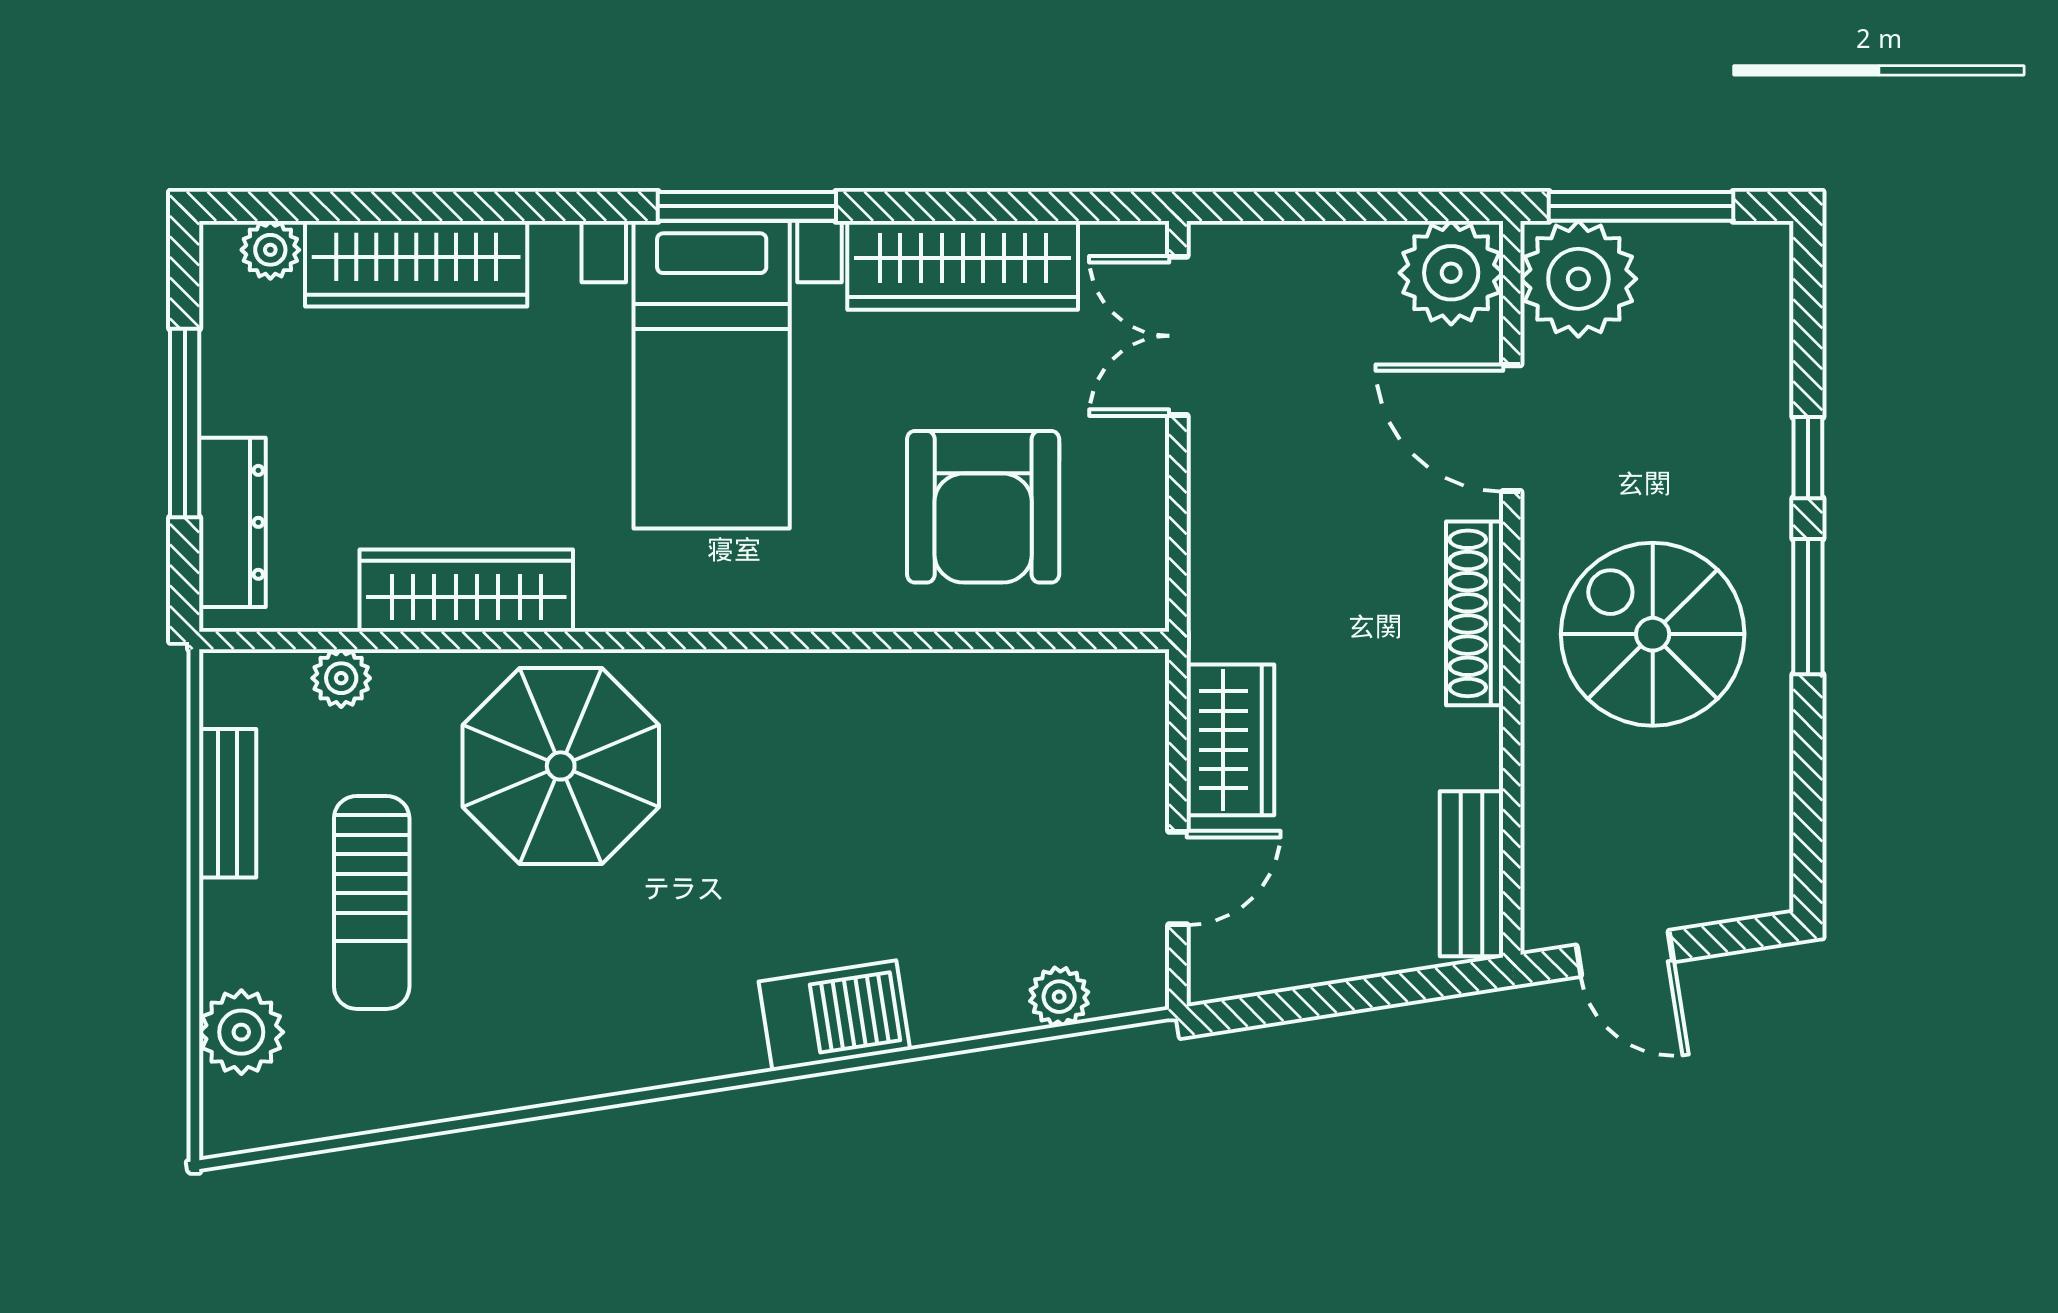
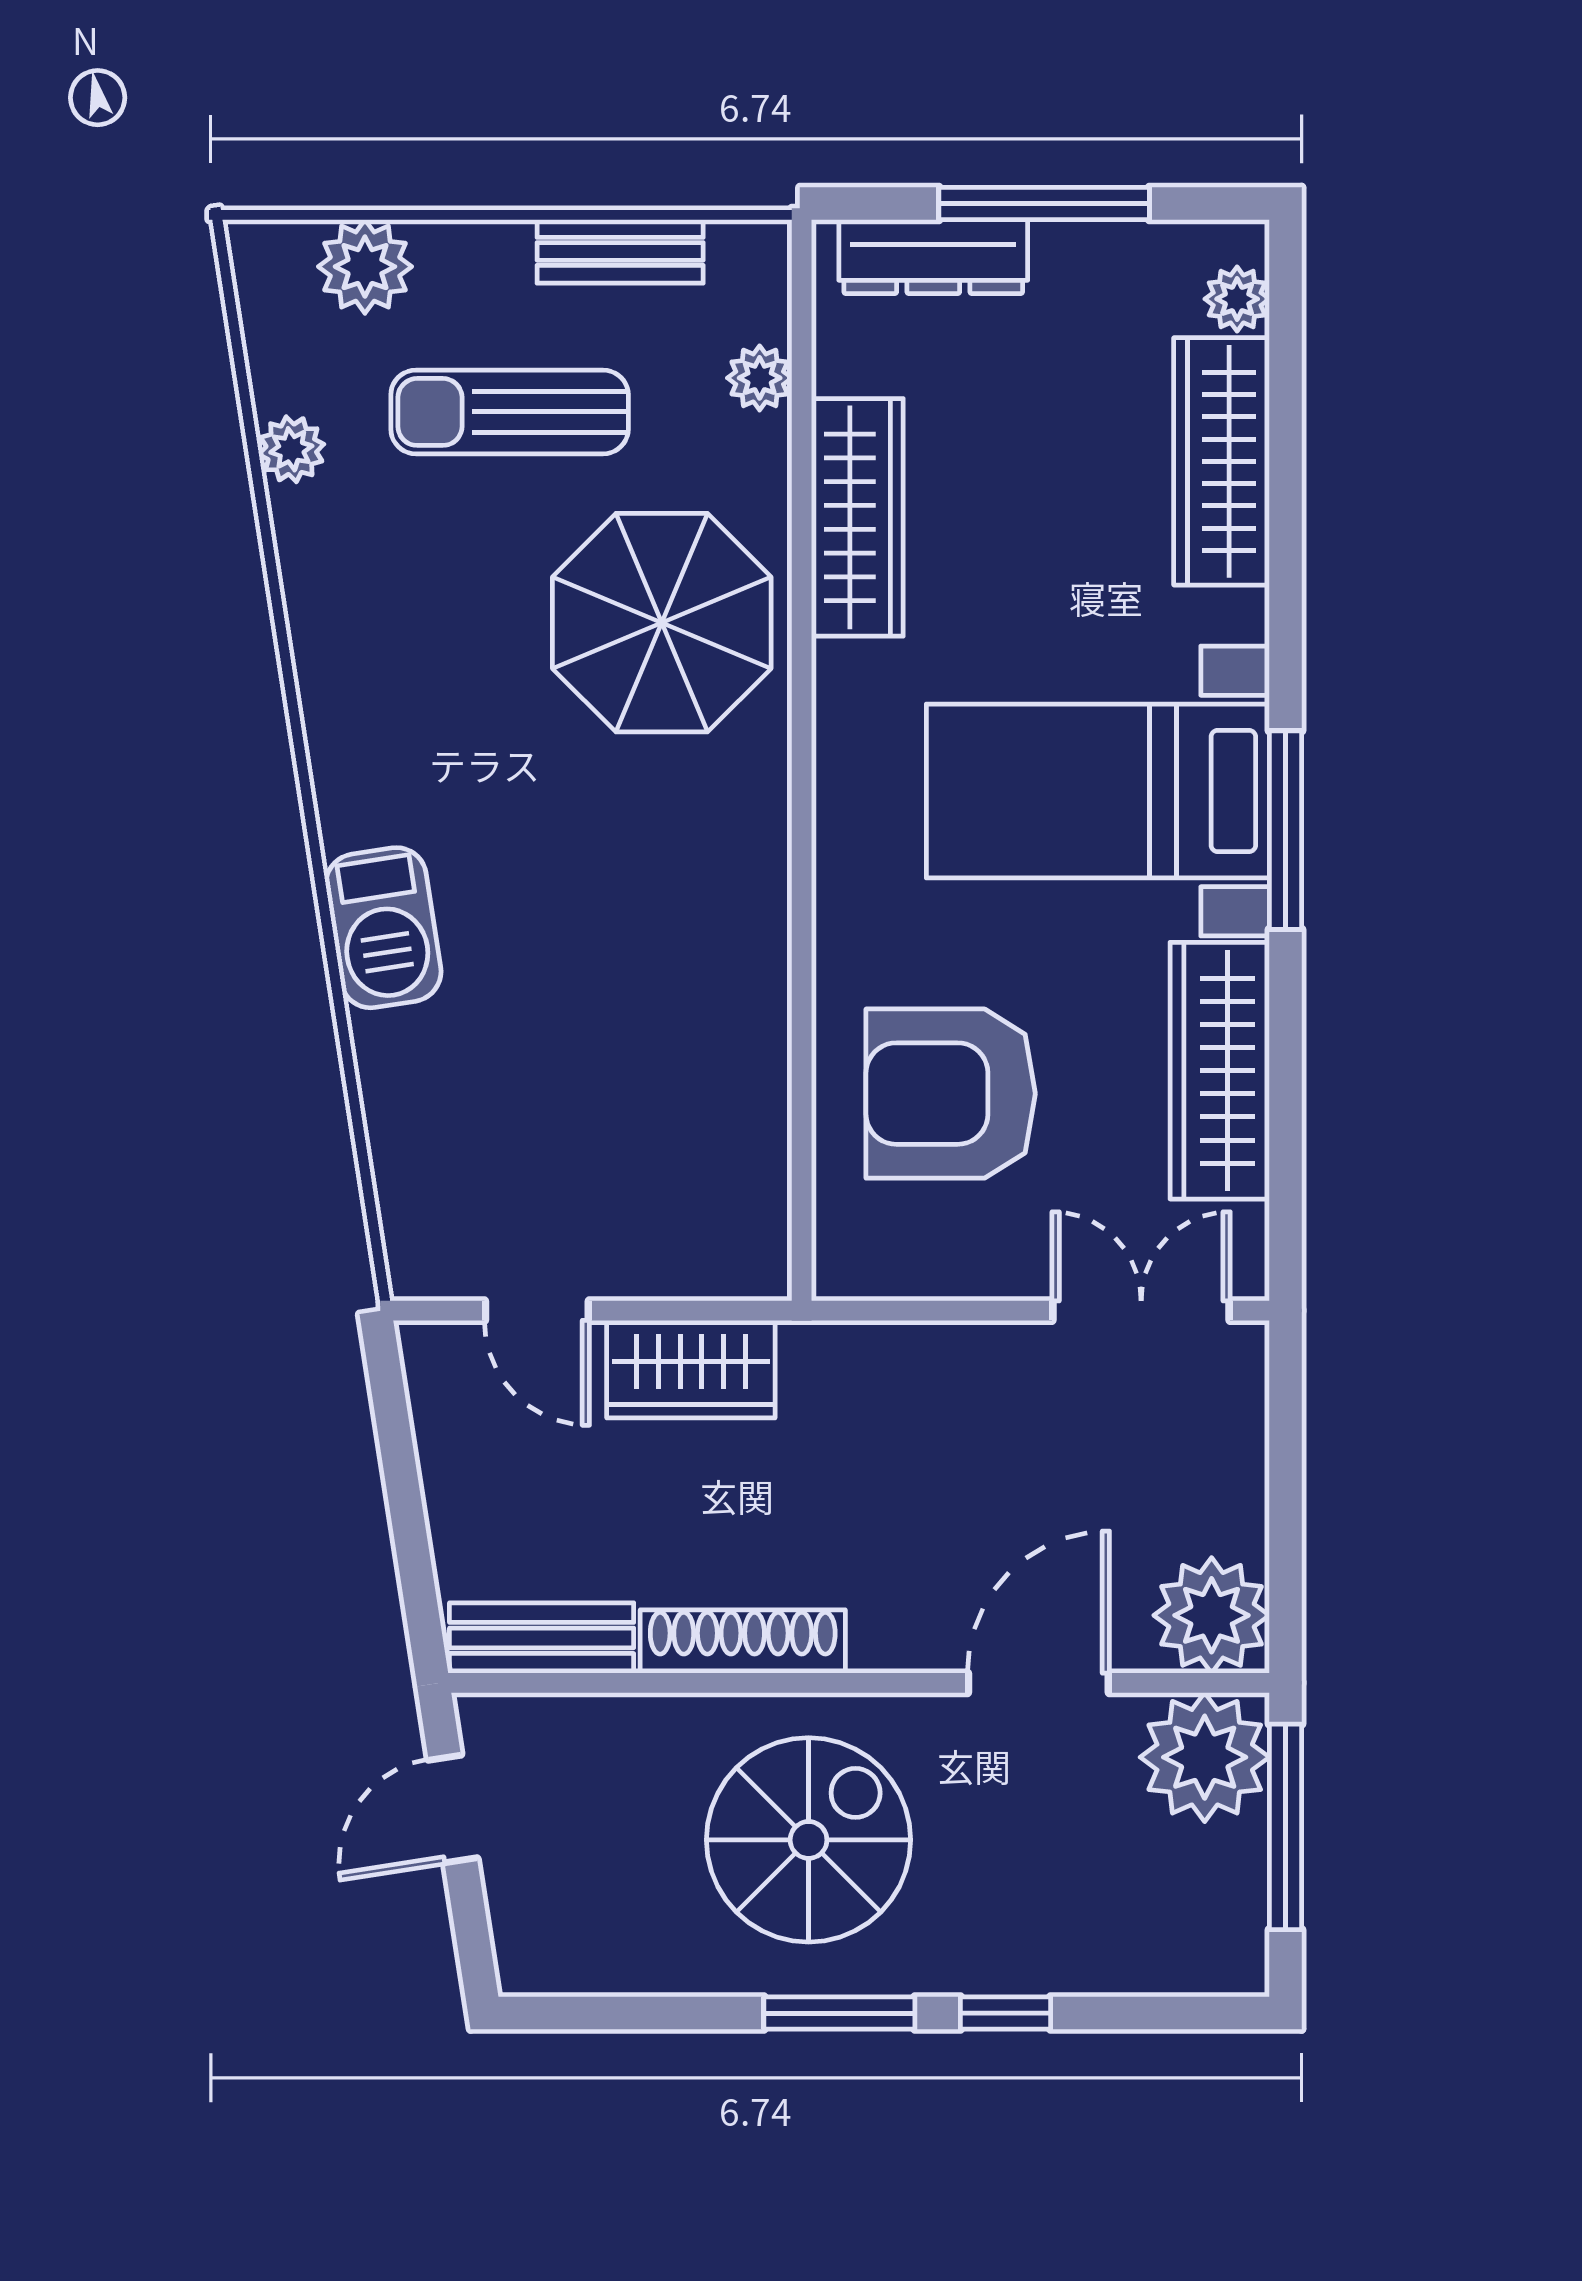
shoe rack: (1475, 613) -> (743, 1641), moved
plant: (1059, 997) -> (291, 449), moved

